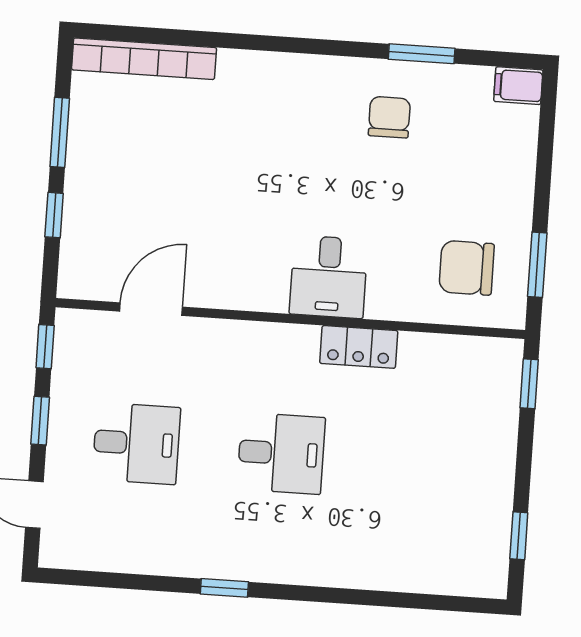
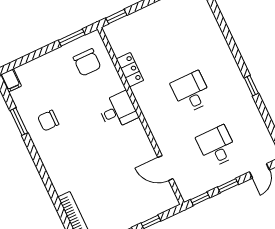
locker: (359, 347) -> (130, 70), moved

